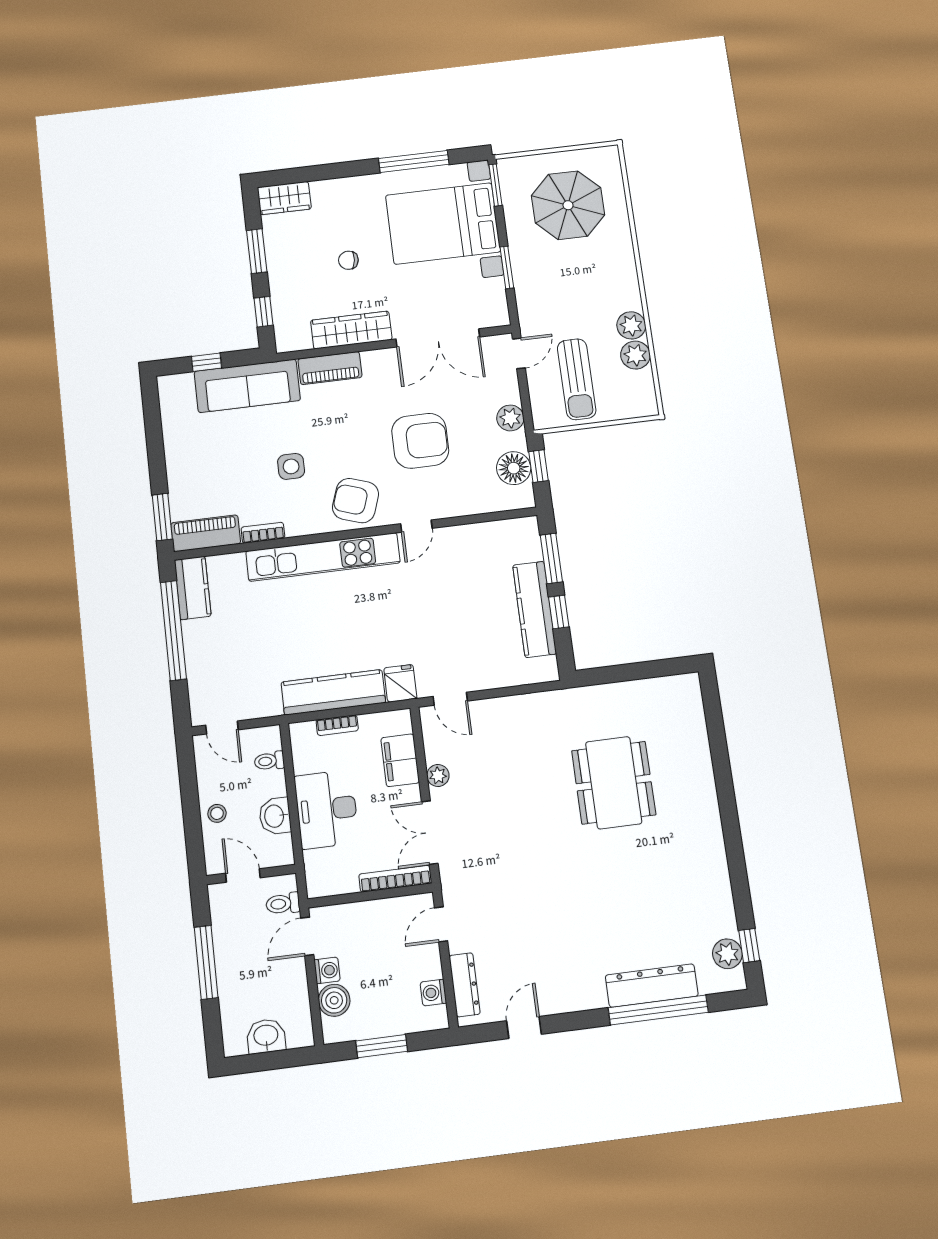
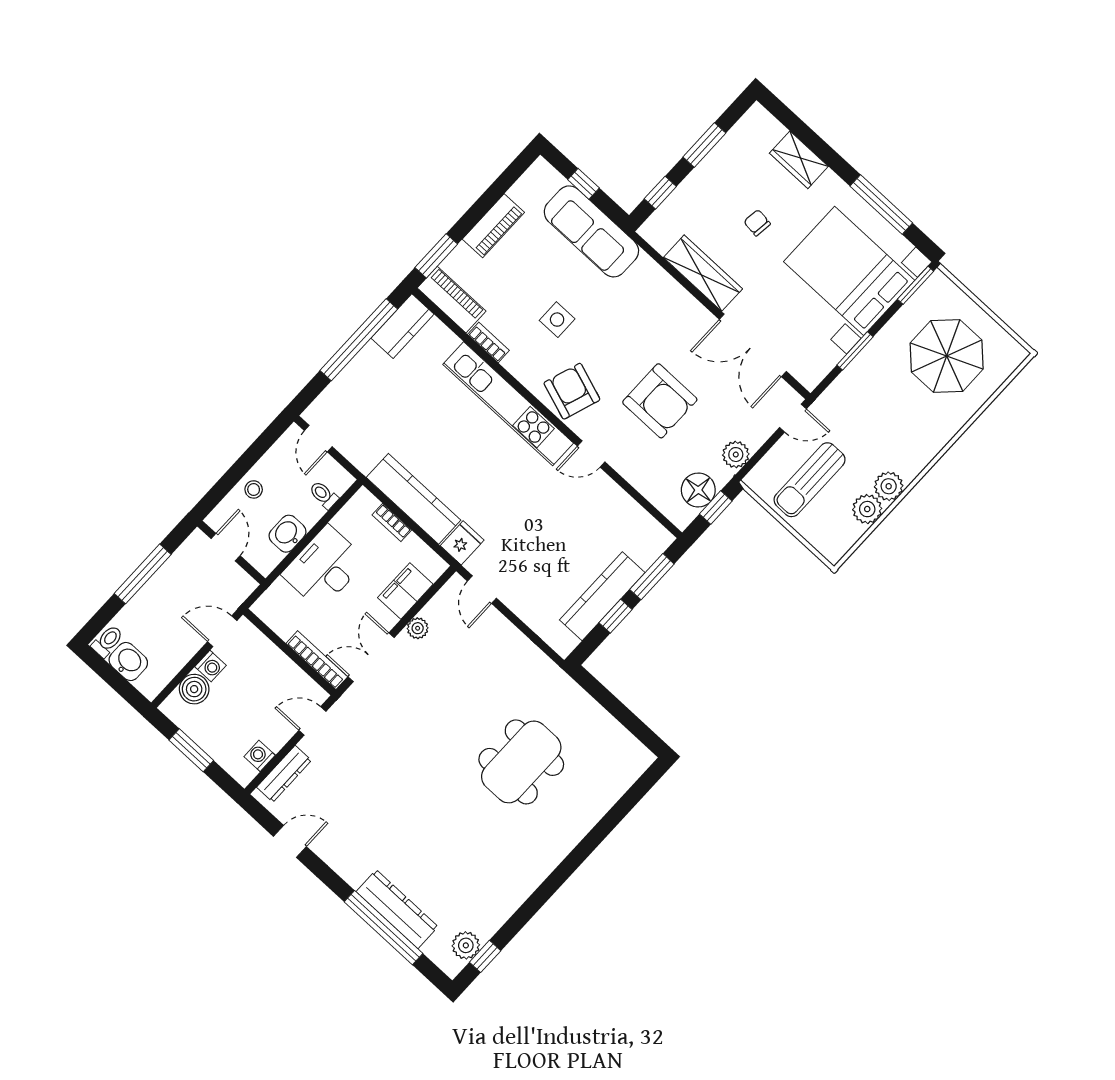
wardrobe: (284, 198) -> (799, 160), moved
piano: (330, 368) -> (493, 226), moved, turned -90
toilet: (283, 904) -> (107, 641), moved, turned 90

